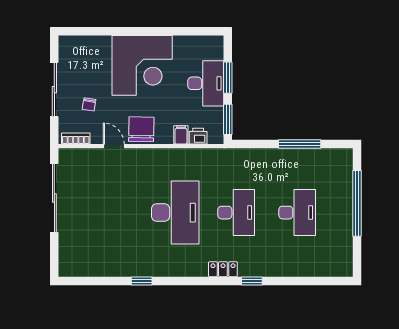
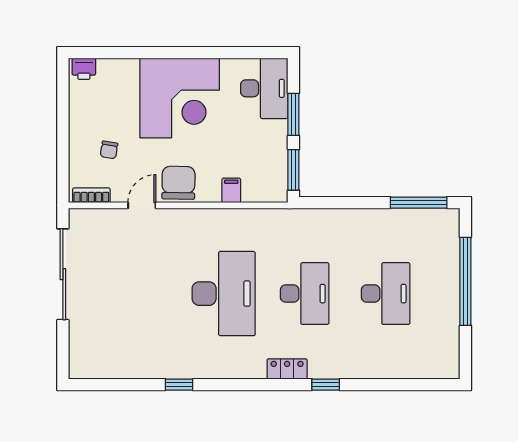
desk: (206, 83) -> (264, 88), moved
sliding door: (54, 90) -> (63, 130), removed
printer: (198, 136) -> (84, 69), moved, turned 180
window: (300, 144) -> (419, 203), moved
door: (114, 146) -> (142, 205), hinge flipped

